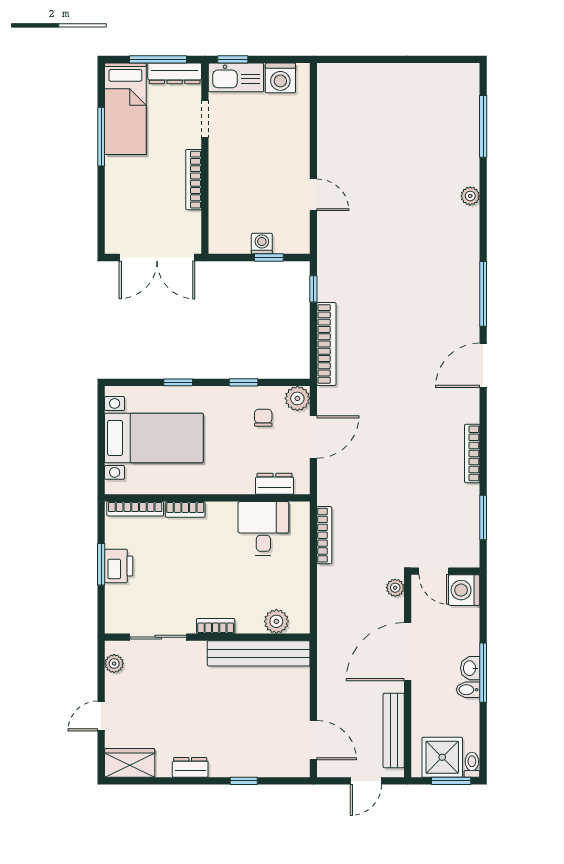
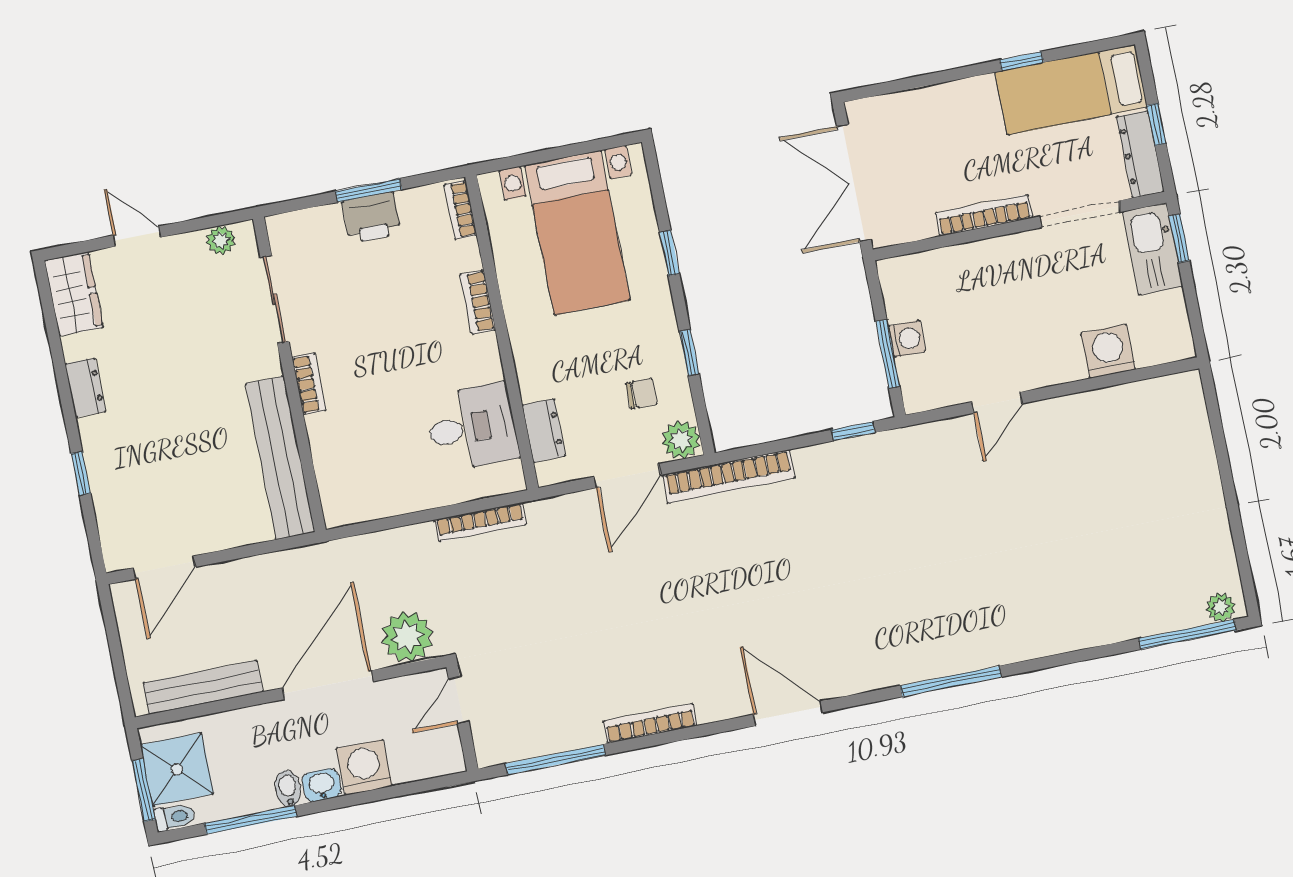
window: (158, 59) -> (1157, 124), width x0.46
washing machine: (280, 78) -> (1108, 351), moved, turned 90
doorway: (205, 119) -> (1080, 214), width x1.38
window: (483, 126) -> (1187, 634), moved
window: (101, 137) -> (1022, 61), width x0.46
plant: (470, 196) -> (1221, 607), moved
window: (269, 257) -> (888, 354), width x1.50
window: (483, 294) -> (951, 681), moved
bookcase: (326, 344) -> (729, 476), moved
door: (313, 437) -> (627, 476), hinge flipped
bookcase: (135, 509) -> (460, 210), width x0.64
window: (483, 517) -> (556, 759), width x1.44
plant: (395, 588) -> (407, 637), width x1.88, depth x1.88
washing machine: (464, 590) -> (364, 767), moved
plant: (276, 621) -> (334, 475), removed
door: (408, 652) -> (328, 685), hinge flipped
window: (483, 673) -> (251, 820), moved
door: (366, 781) -> (118, 660), removed

